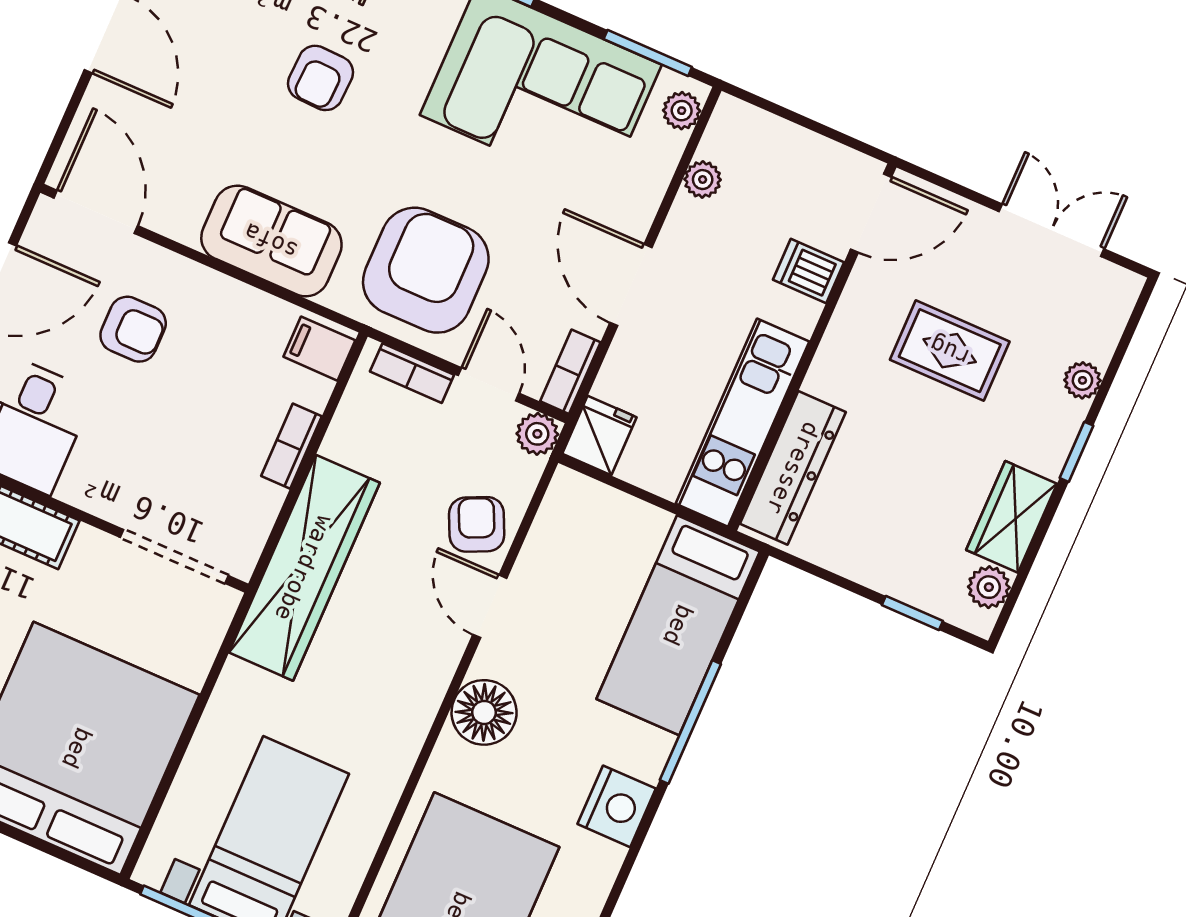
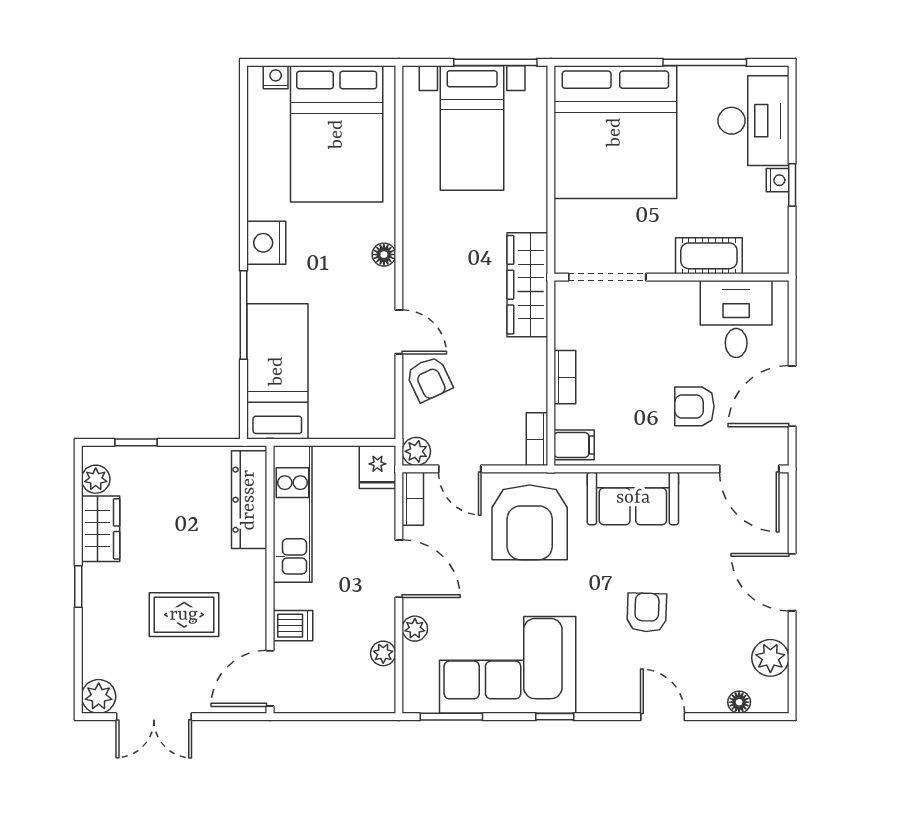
plant: (682, 111) -> (415, 629), moved
bookcase: (412, 373) -> (537, 439), moved, turned -90
plant: (1082, 380) -> (99, 696), moved, width x1.38, depth x1.38
wardrobe: (304, 568) -> (527, 285), width x0.71, depth x0.85
floor lamp: (484, 712) -> (384, 255), width x0.53, depth x0.53

